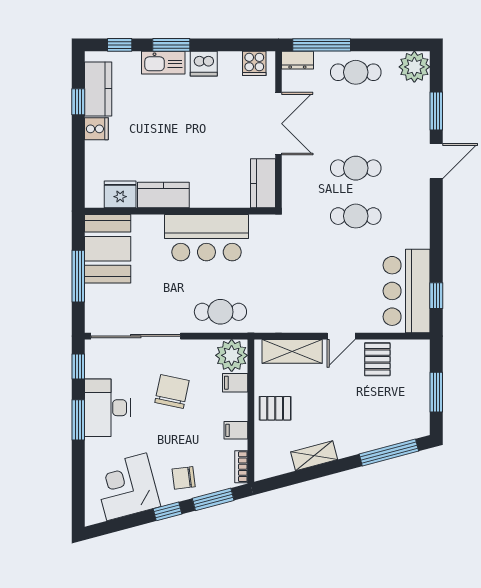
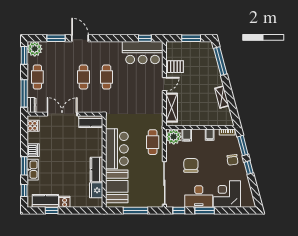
window: (401, 45) -> (24, 55), added
booth: (108, 249) -> (117, 186), moved, turned 90
door: (341, 336) -> (164, 84), hinge flipped
chair: (172, 391) -> (191, 165), turned 78
pallet: (275, 408) -> (199, 116), removed
corner desk: (127, 487) -> (227, 194), moved, turned 105

